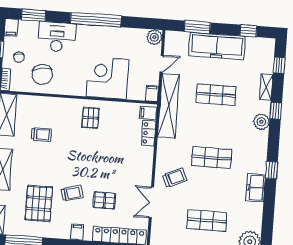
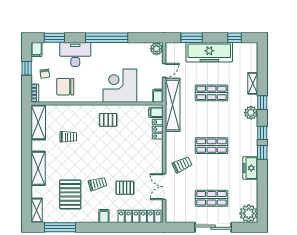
window: (279, 65) -> (262, 133), moved
chair: (42, 74) -> (65, 87), turned 98
pallet: (90, 118) -> (108, 120), turned 90

